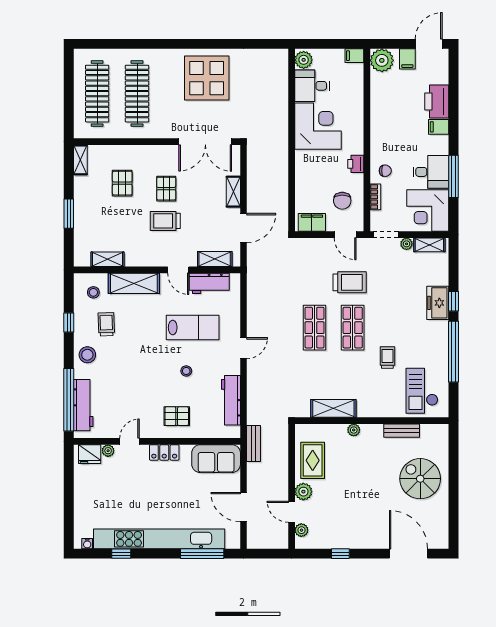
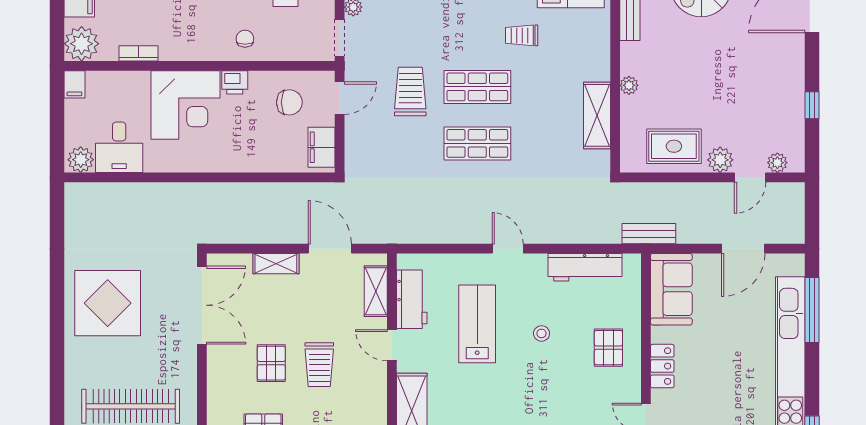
corner desk: (318, 126) -> (186, 105), moved, turned 180
pallet: (166, 189) -> (271, 363), turned 90
bookcase: (375, 197) -> (139, 53), moved
door: (178, 270) -> (392, 345), swing flipped

